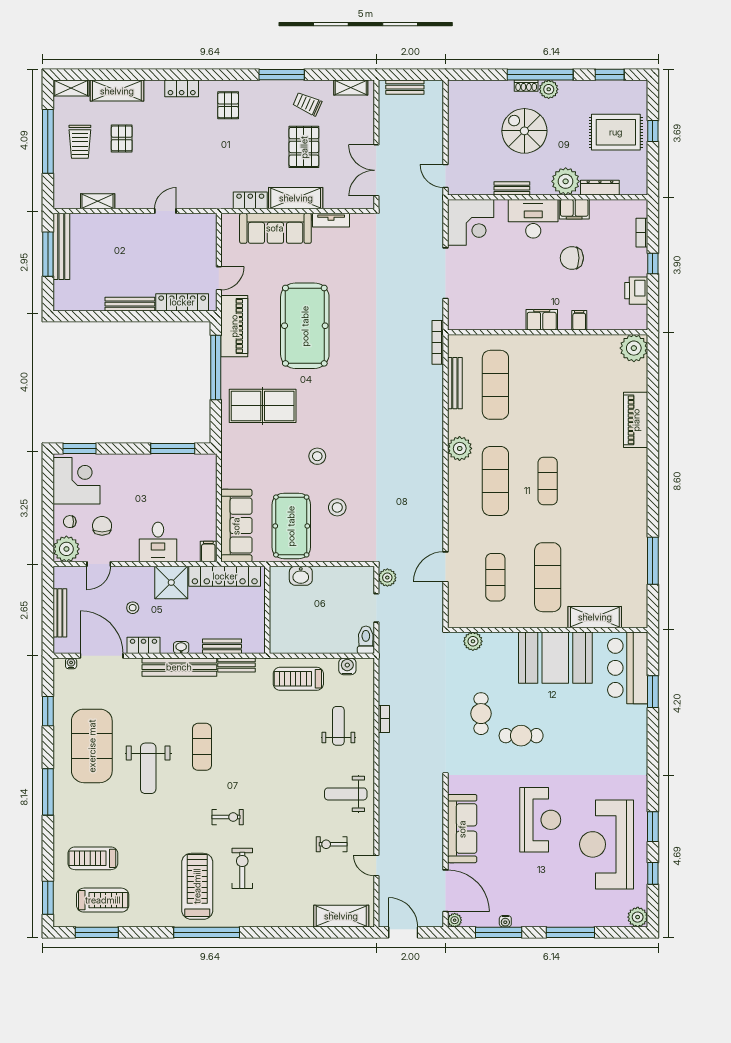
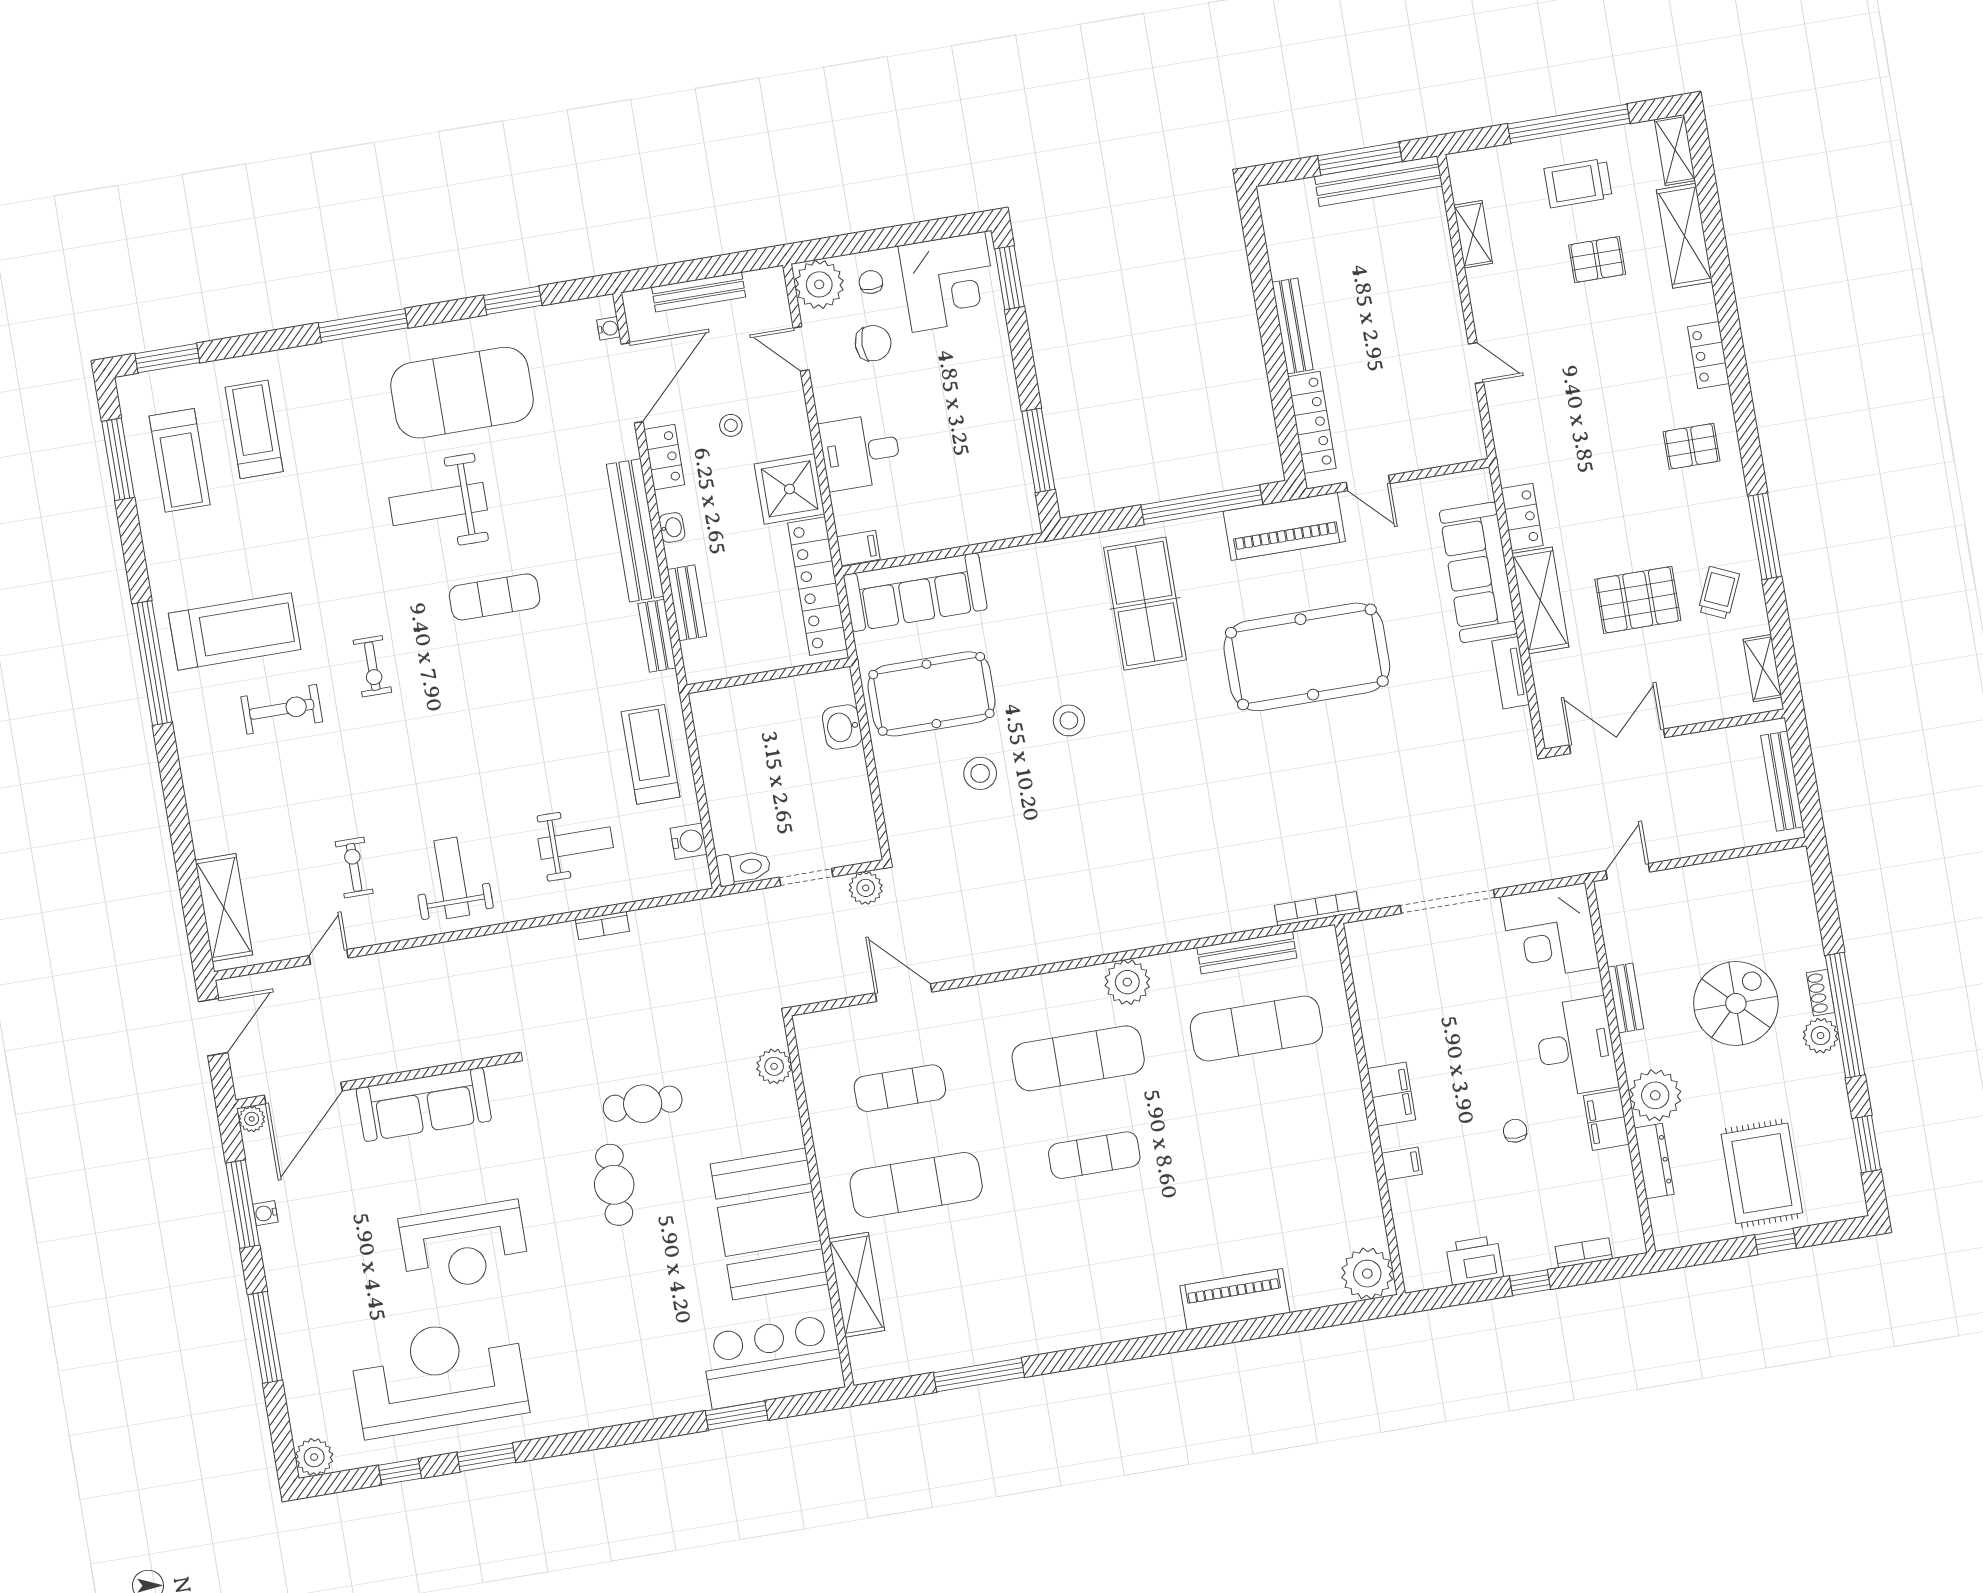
bench: (405, 87) -> (1782, 781), width x1.36
chair: (572, 258) -> (1515, 1131), width x0.54, depth x0.54

